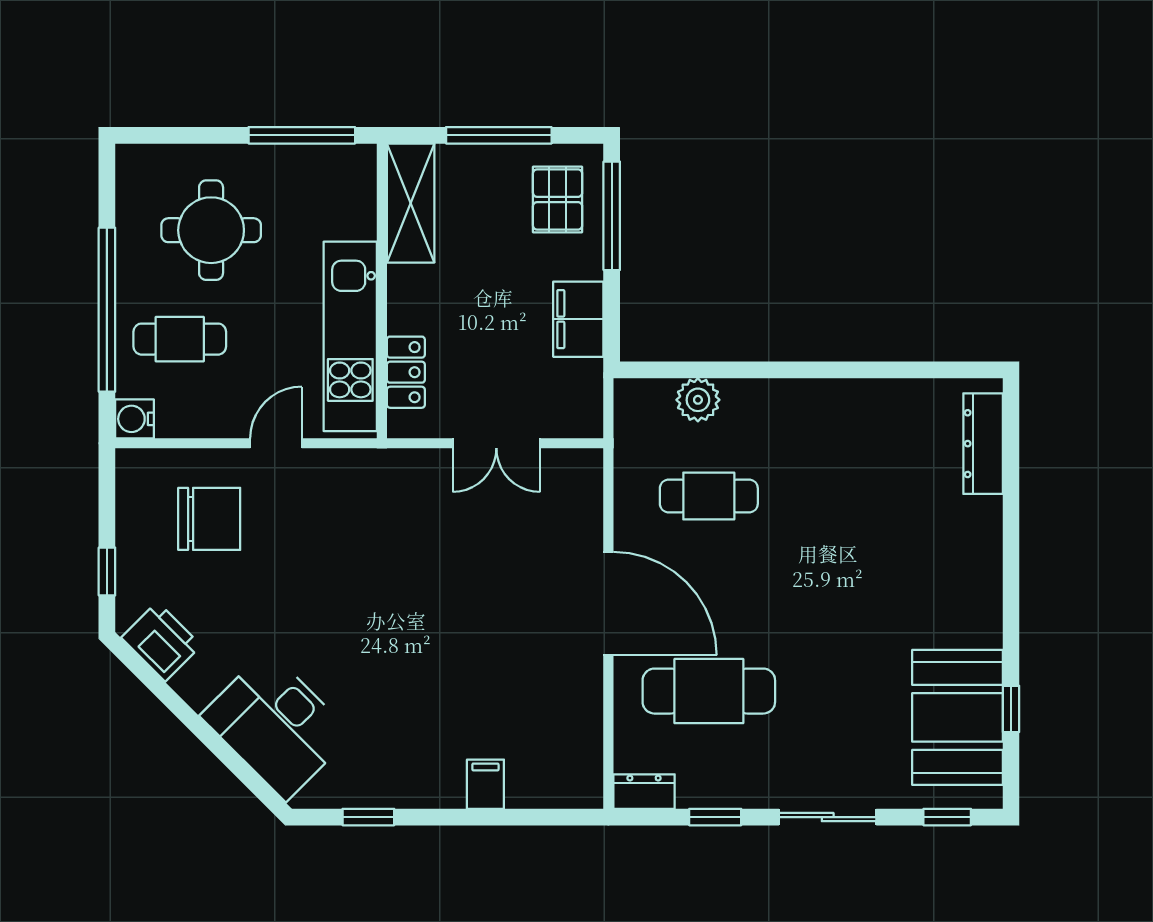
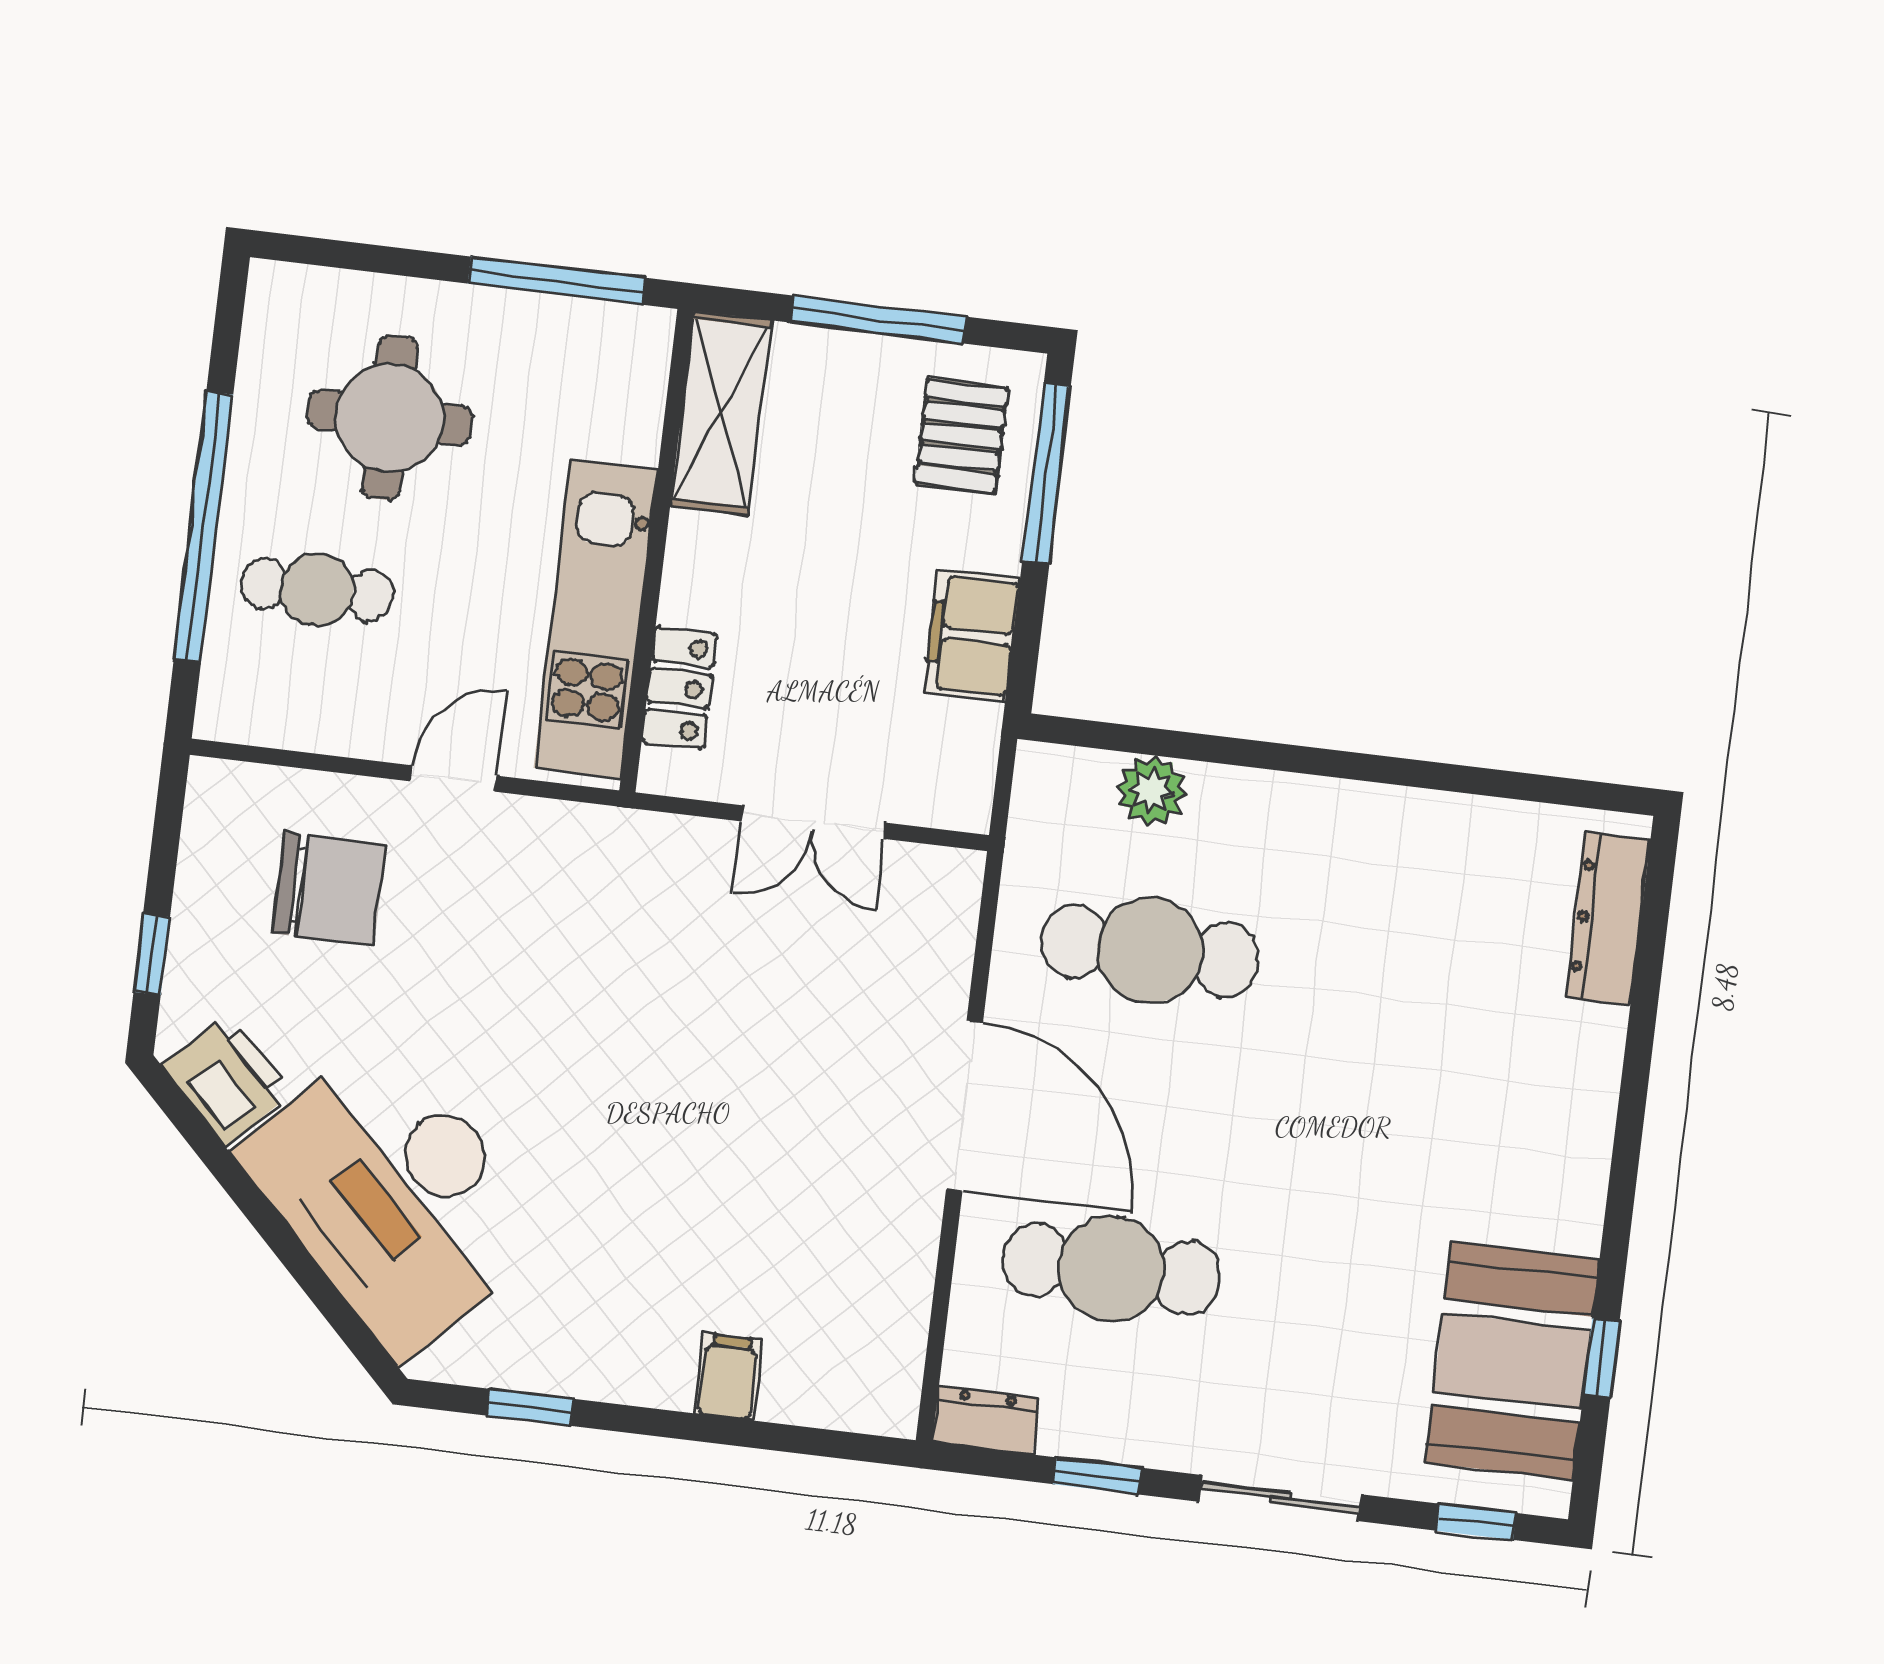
water cooler: (135, 419) -> (227, 711), removed
cafe table: (709, 496) -> (1150, 950), width x1.37, depth x1.35
desk: (276, 725) -> (394, 1195), width x1.36, depth x1.30

